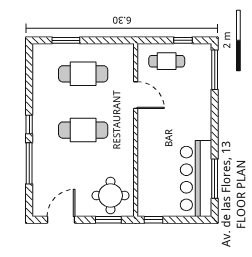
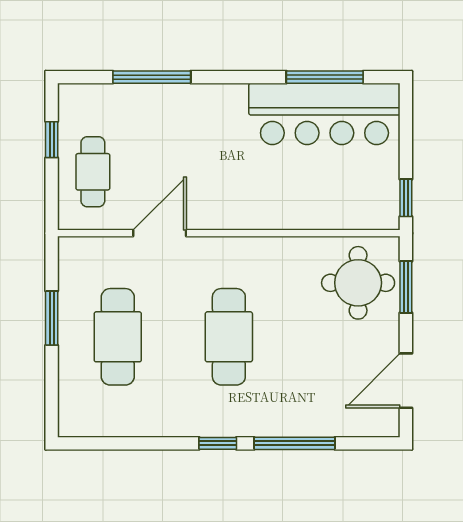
window: (66, 40) -> (52, 318), moved
window: (215, 70) -> (152, 77), moved
door: (61, 220) -> (406, 381), hinge flipped

